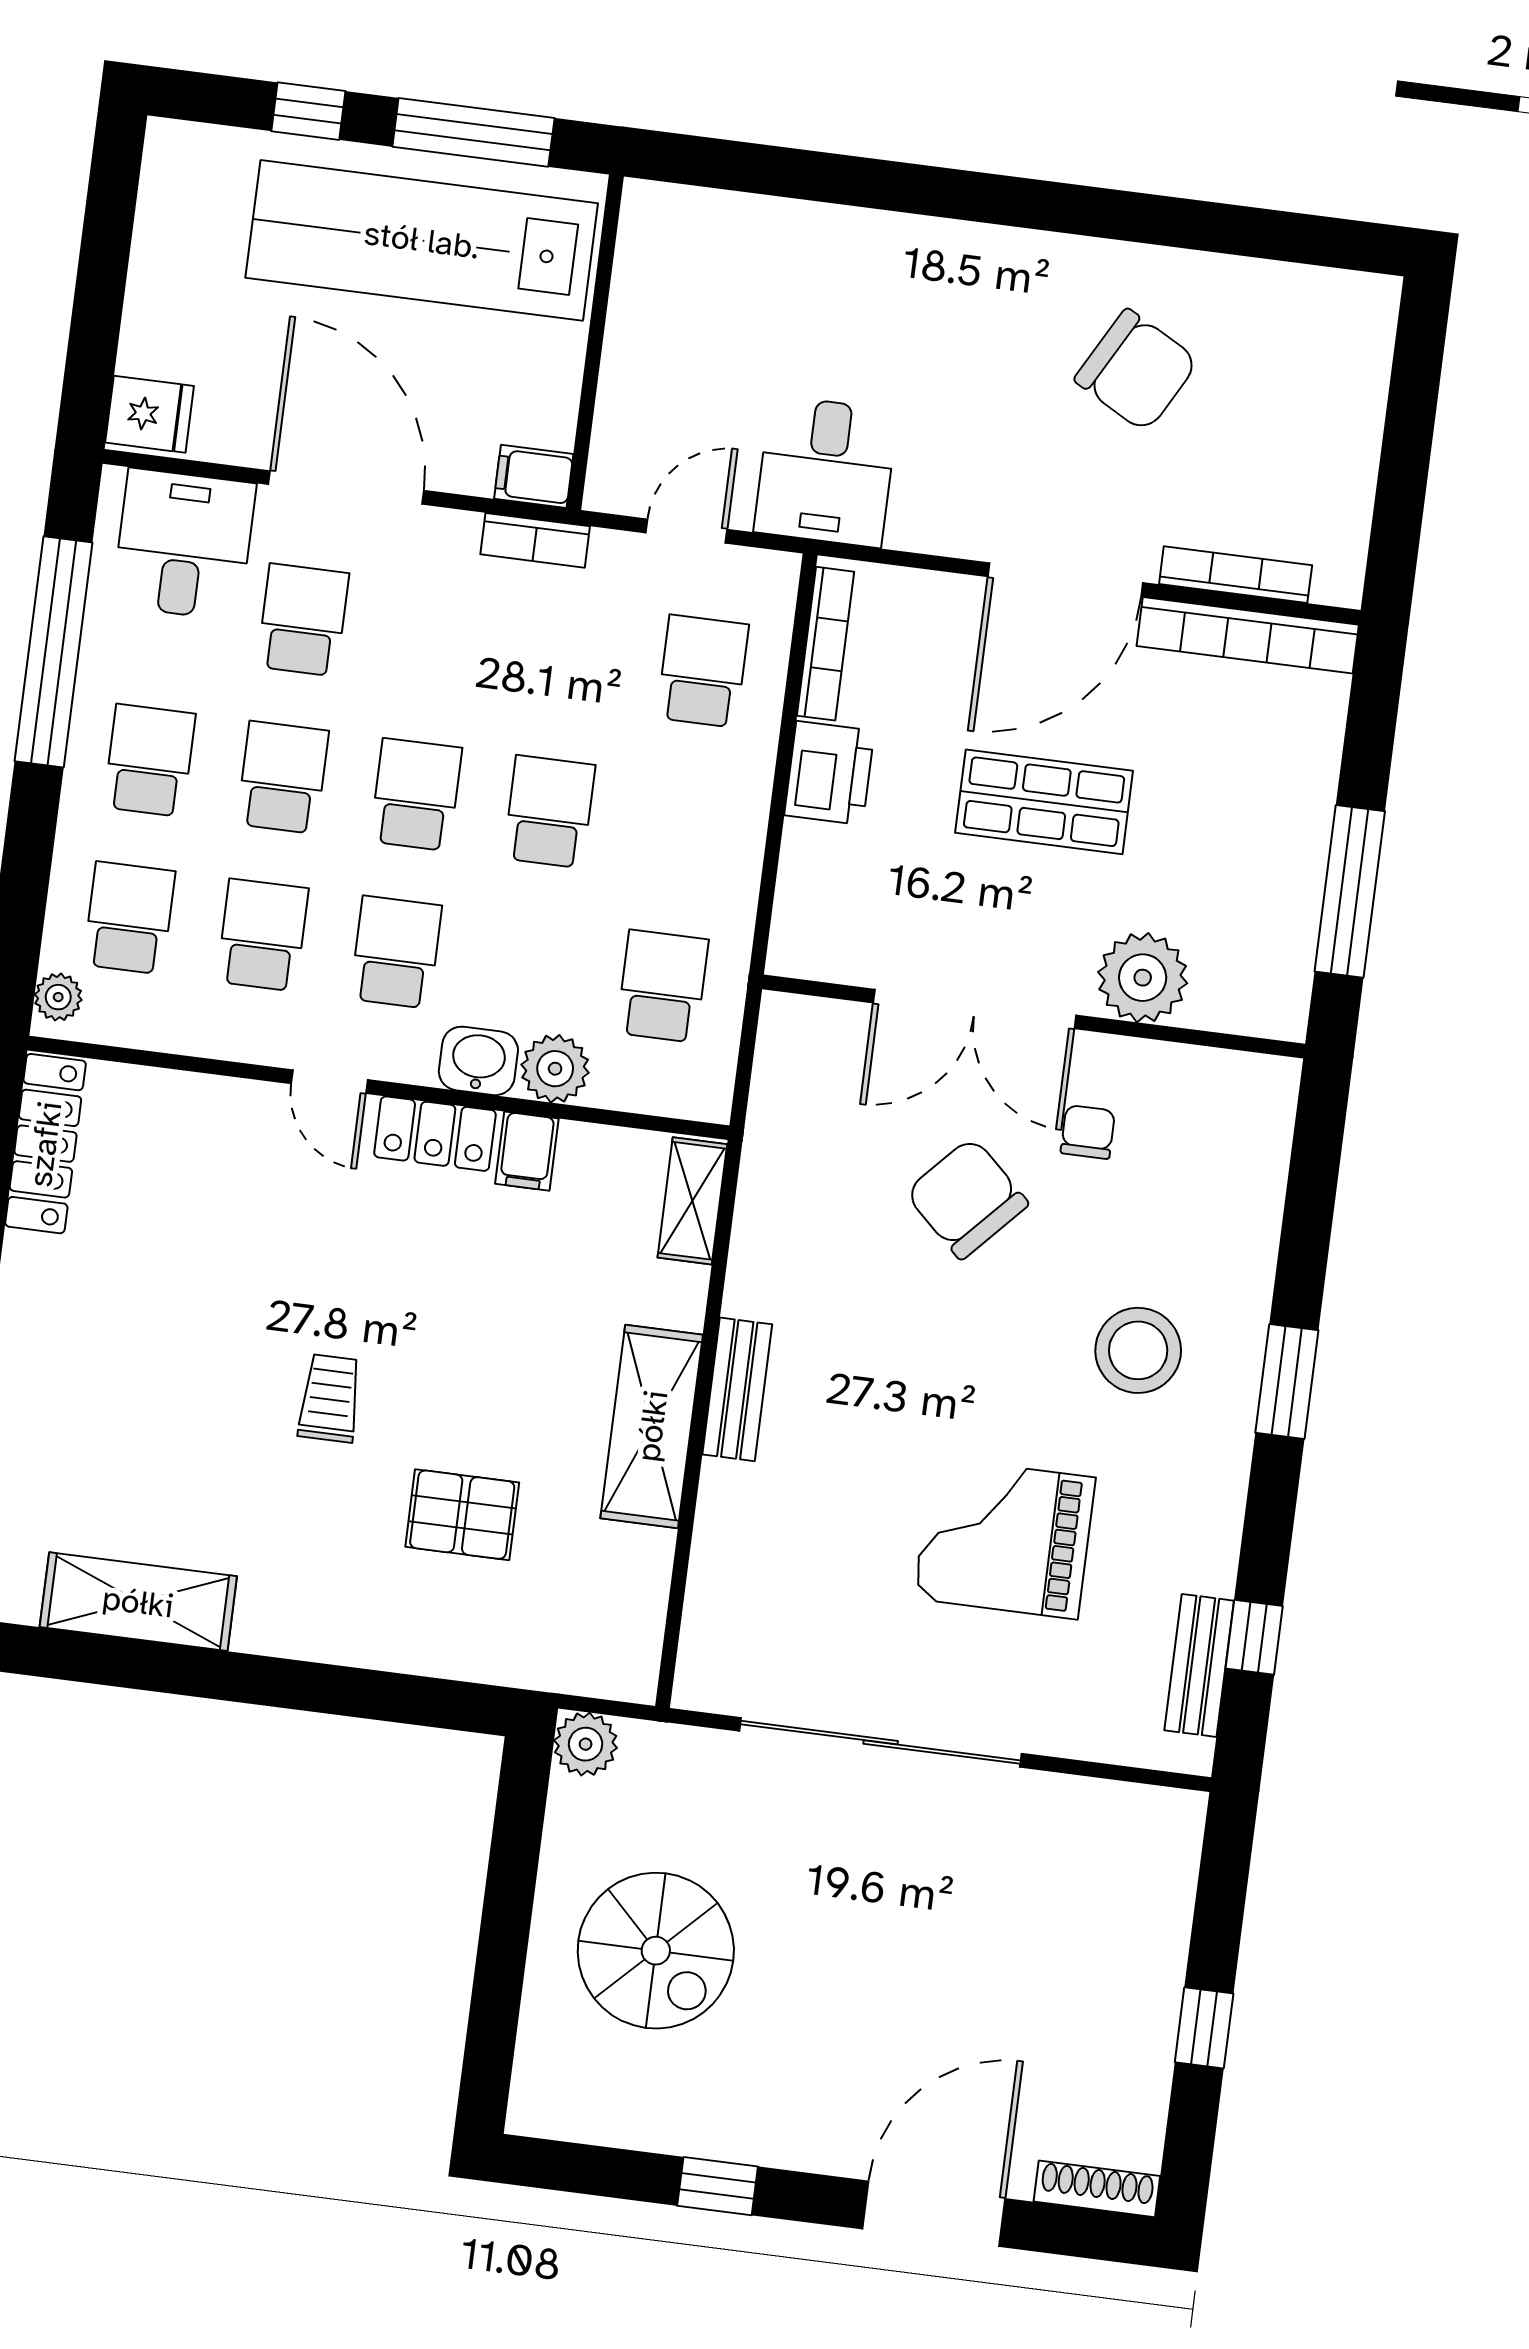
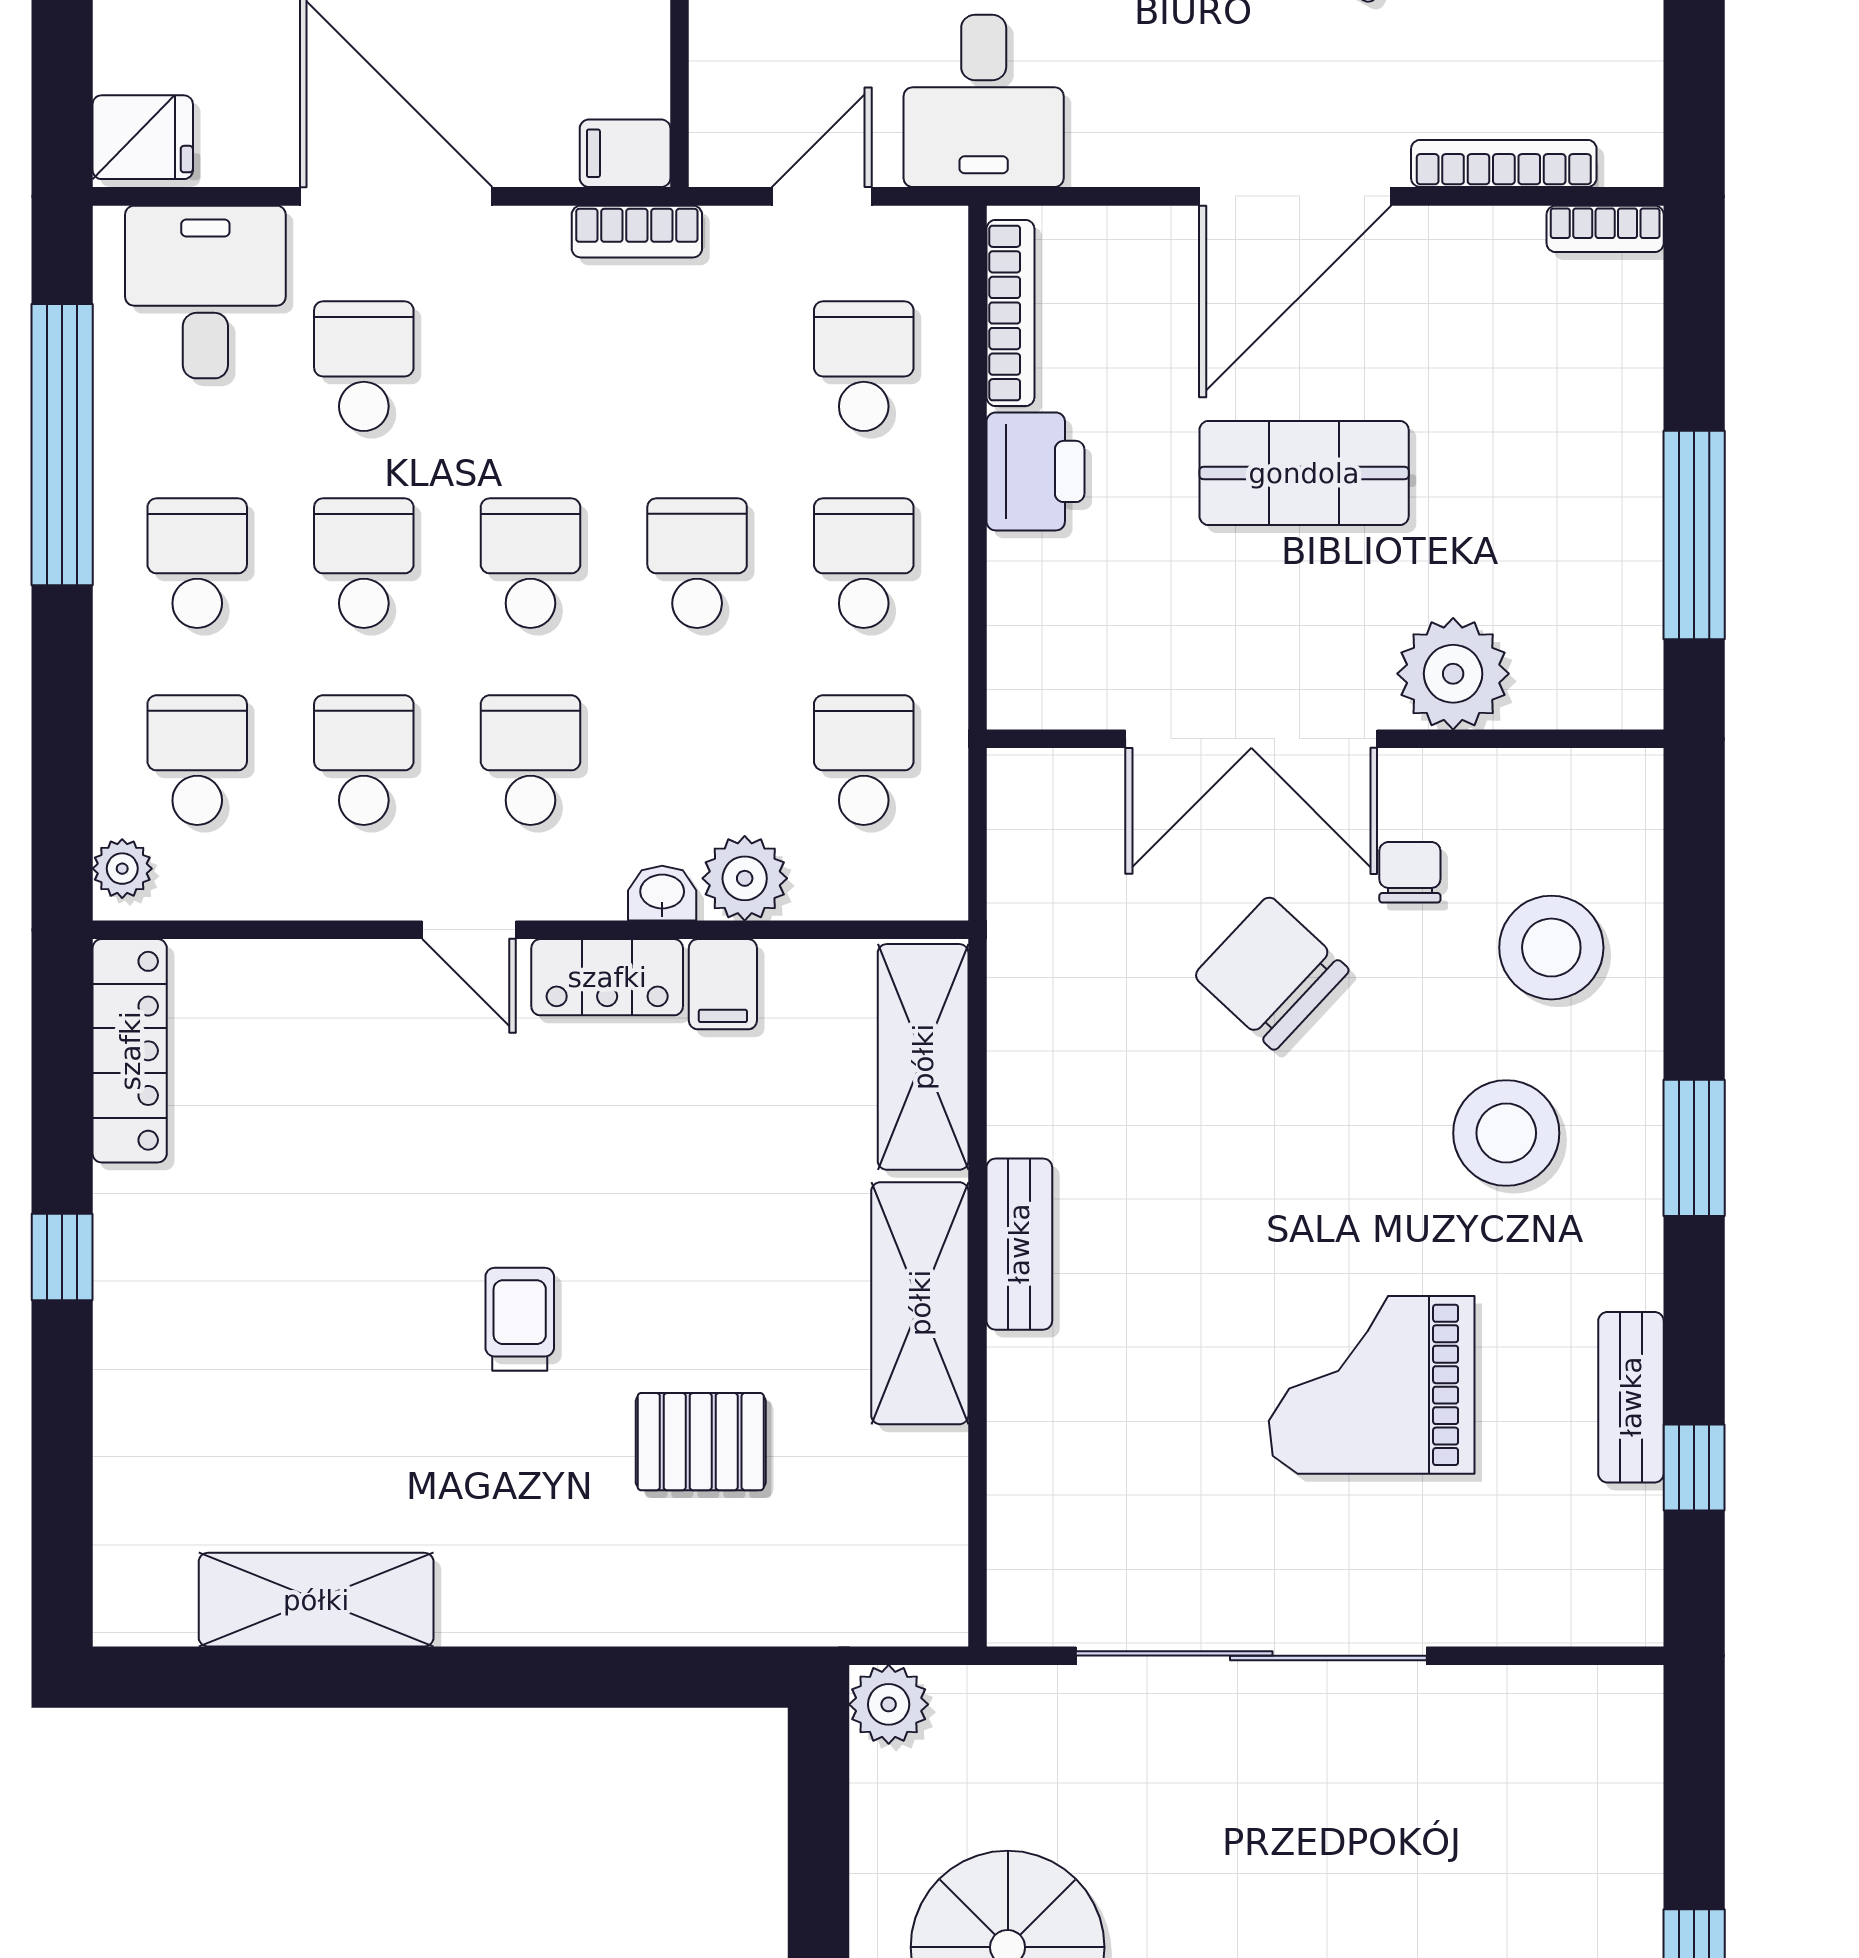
bookcase: (1248, 635) -> (1605, 229), width x0.43, depth x0.76
school desk: (683, 829) -> (864, 563), added
washbasin: (478, 1061) -> (662, 893), width x0.72, depth x0.69
shelving: (692, 1201) -> (923, 1057), width x1.50, depth x1.33
stool: (1193, 1207) -> (1551, 948), added
bench: (1199, 1665) -> (1631, 1397), moved

